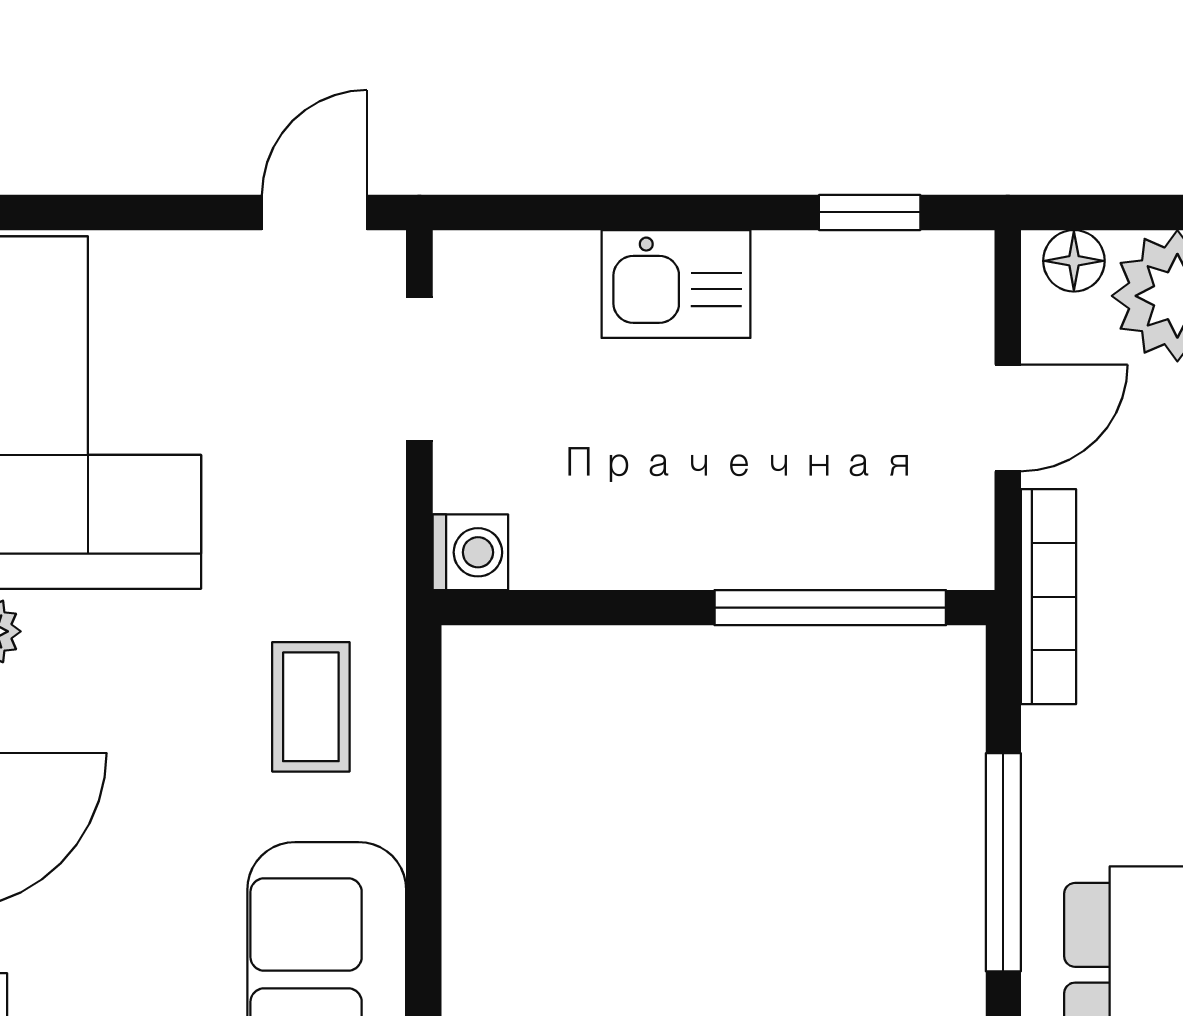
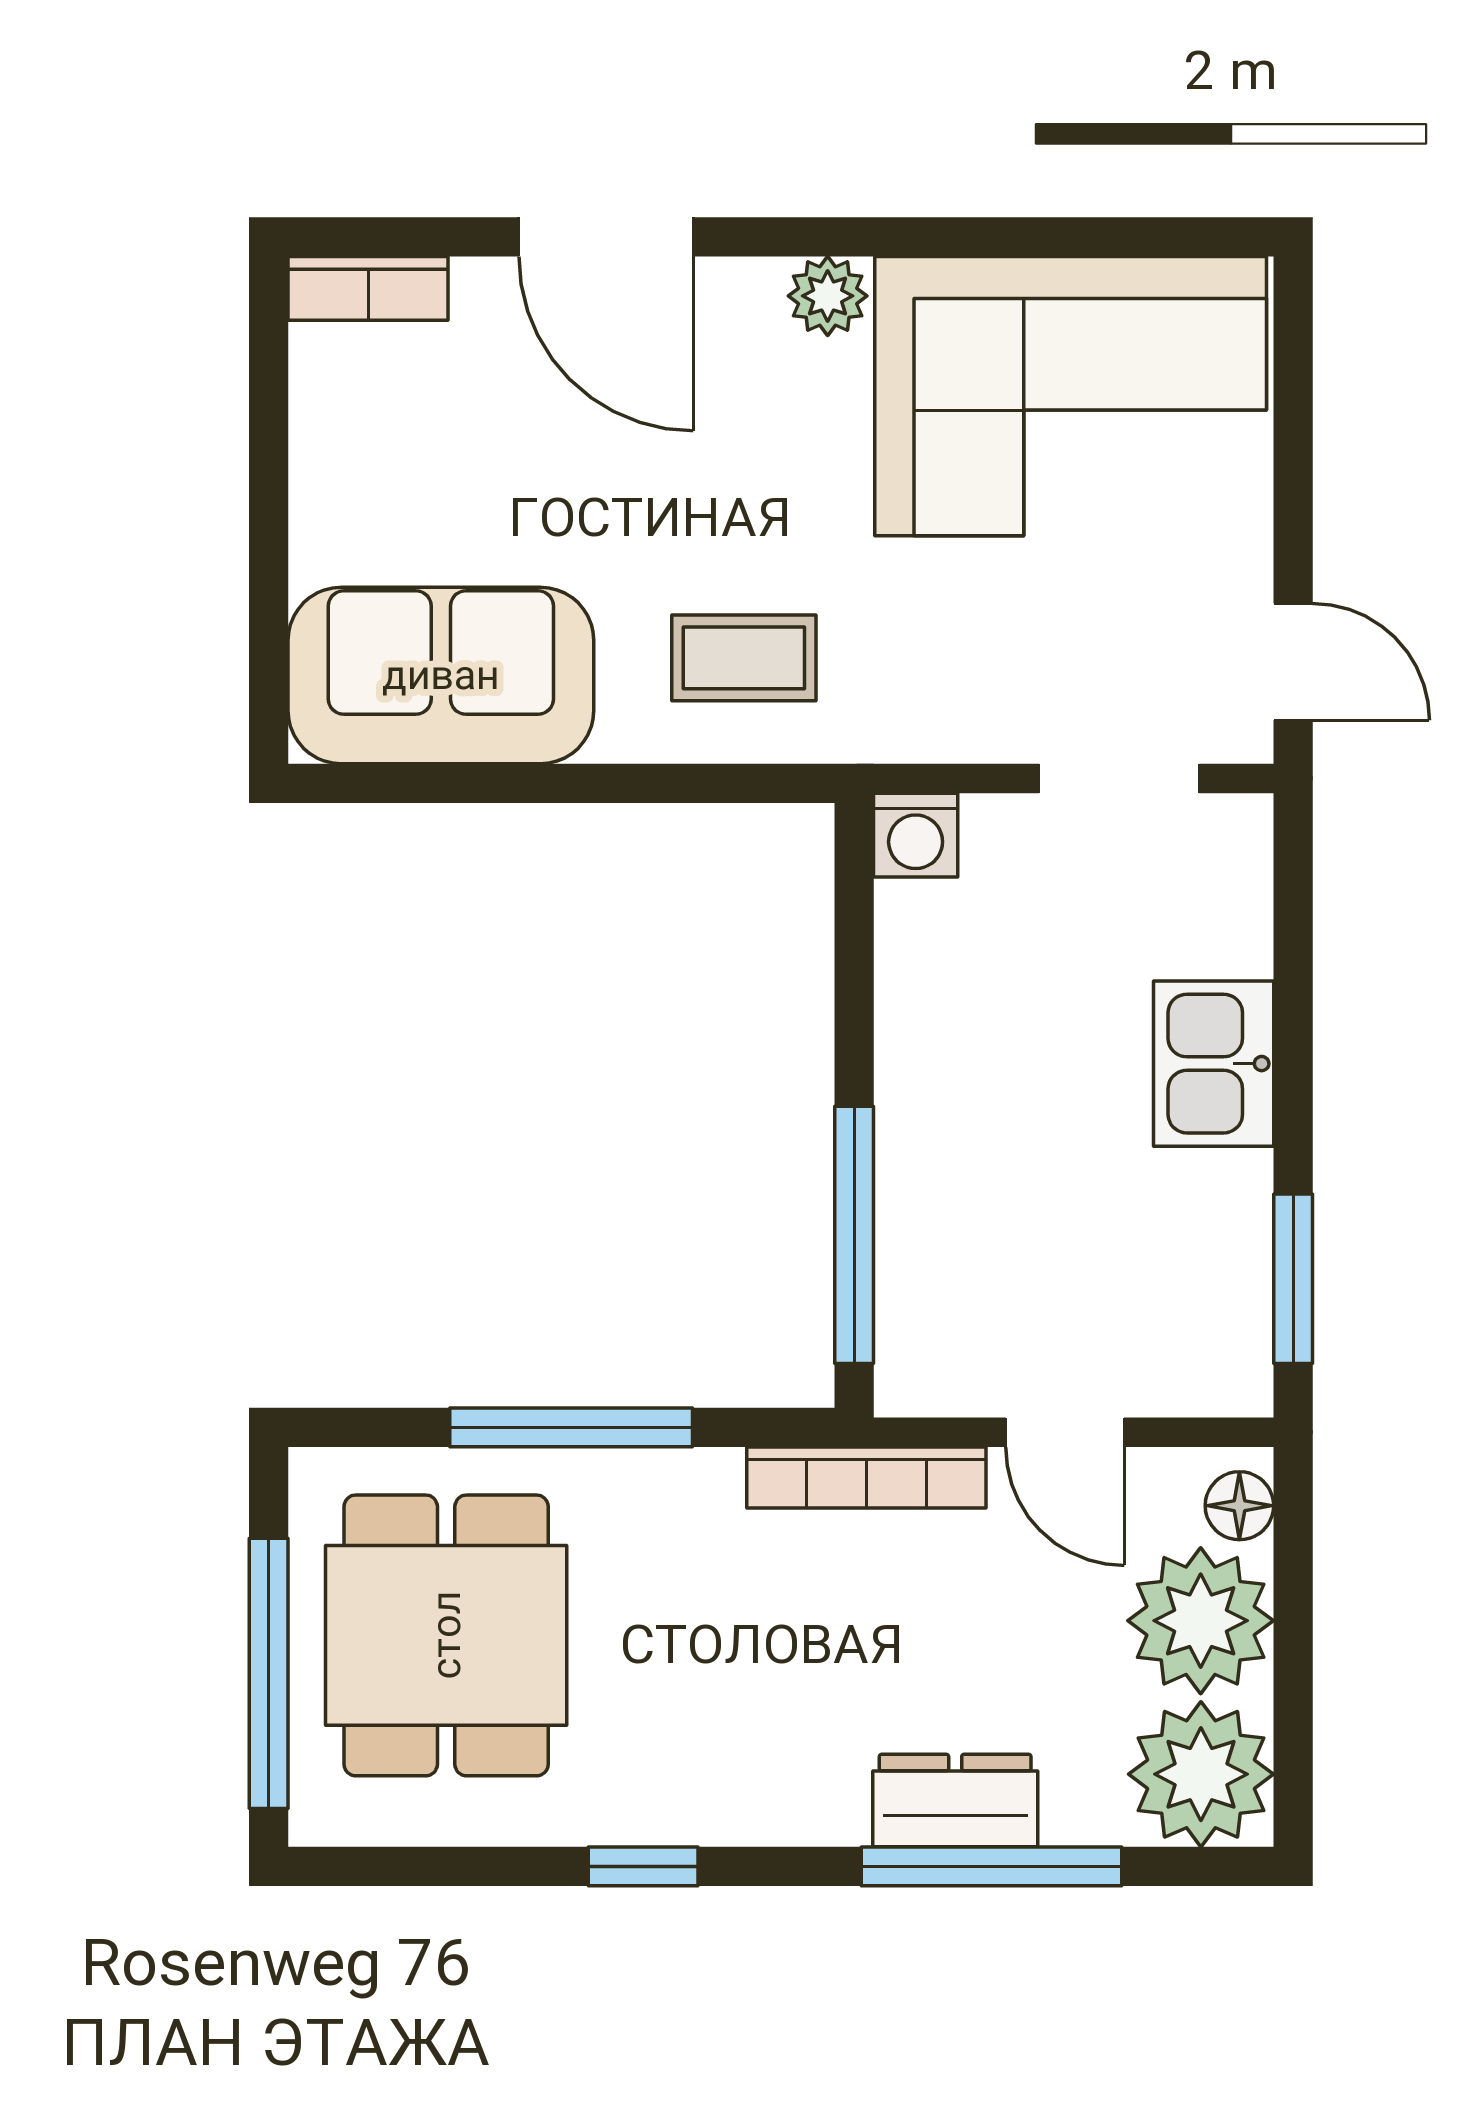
window: (870, 212) -> (1293, 1279), width x1.50

